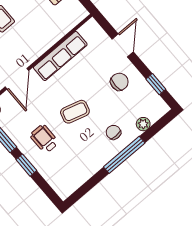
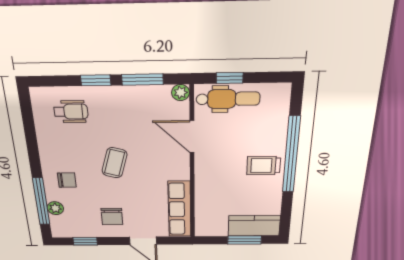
row of seats: (60, 56) -> (179, 209), moved
wheelchair: (44, 139) -> (71, 112), moved
window: (124, 155) -> (41, 201), moved

